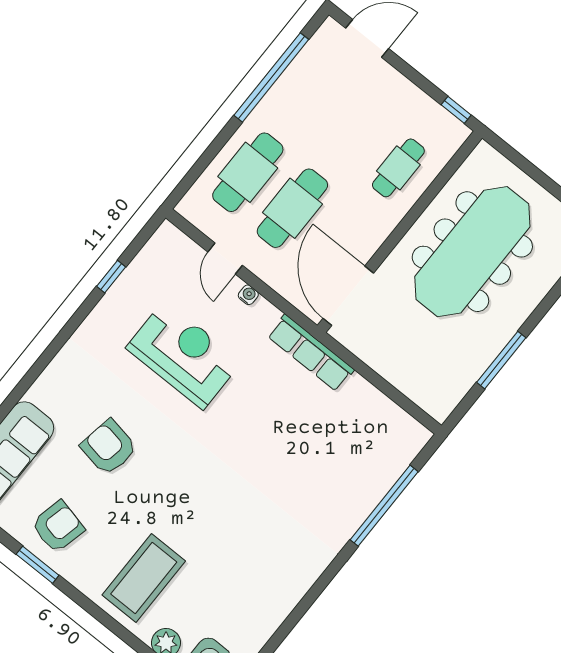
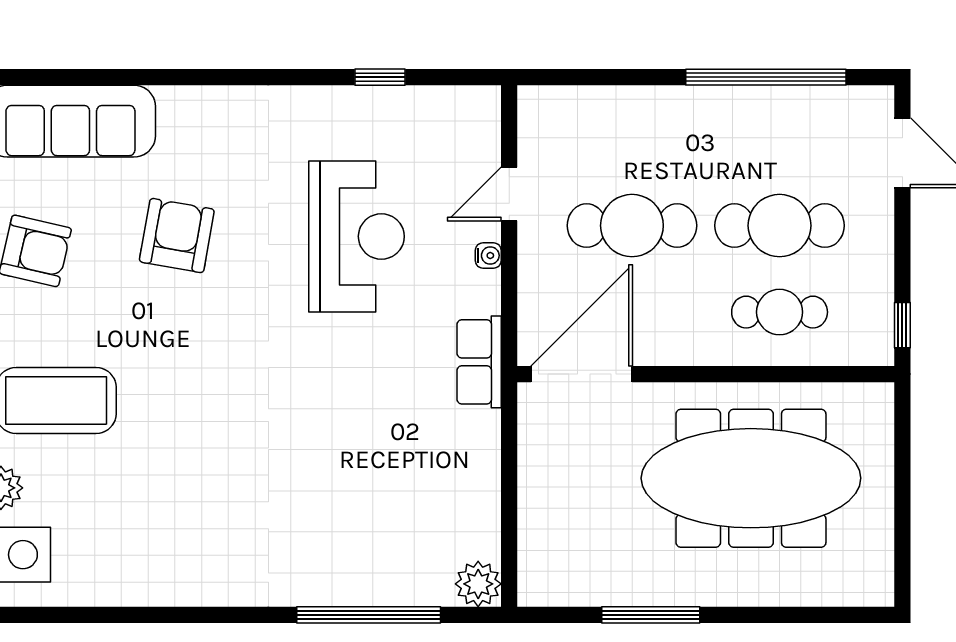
cafe table: (248, 172) -> (780, 226), moved
row of seats: (311, 353) -> (479, 362), width x0.68
plant: (414, 436) -> (478, 584), added

